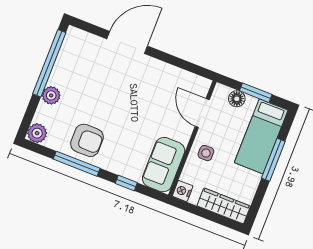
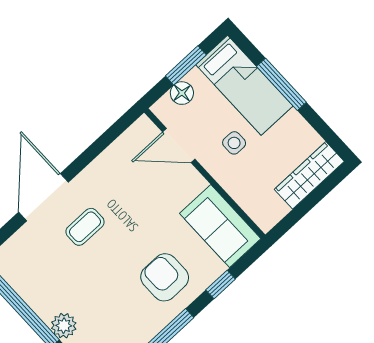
coffee table: (121, 78) -> (85, 227), added
armchair: (87, 140) -> (165, 277), moved, turned -90
side table: (206, 153) -> (234, 143), moved
nightstand: (183, 191) -> (265, 218), removed

